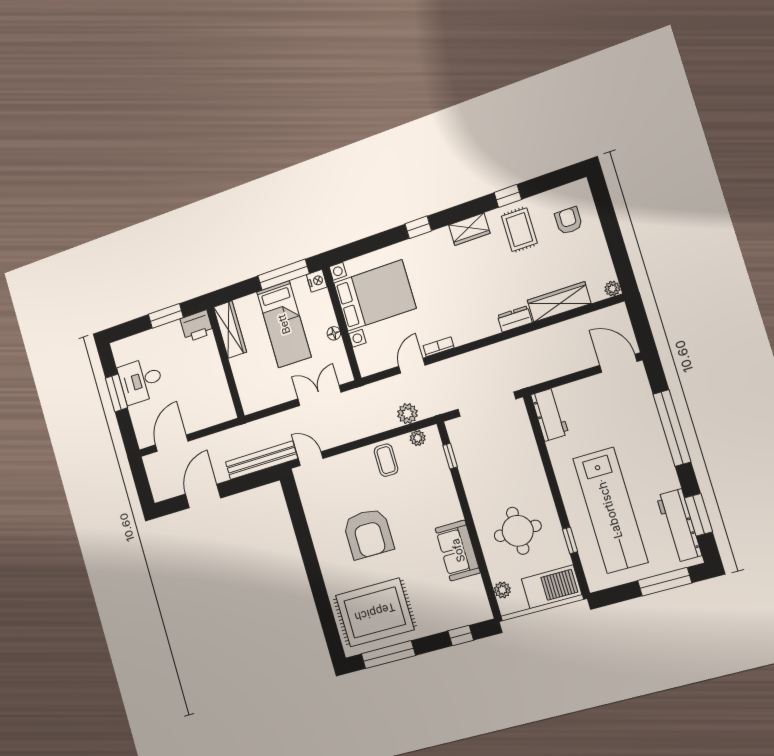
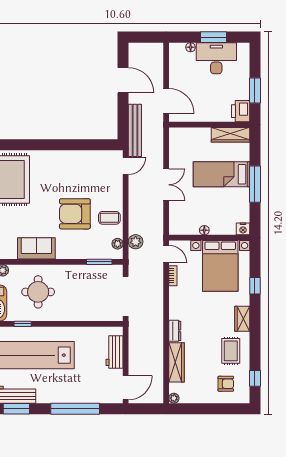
window: (508, 196) -> (255, 378), moved
rug: (519, 230) -> (231, 351), turned 90
nightstand: (317, 281) -> (243, 229), moved
bed with nightstands: (375, 295) -> (220, 266), moved
wall: (342, 323) -> (209, 238), moved
floor lamp: (334, 333) -> (204, 230), moved
desk: (141, 381) -> (216, 58), width x1.37
workbench: (550, 414) -> (115, 352), moved, turned 90
floor lamp: (137, 419) -> (191, 47), added
door: (172, 443) -> (166, 101), moved
window: (450, 456) -> (99, 262), width x1.50
armchair: (368, 534) -> (75, 214), moved

